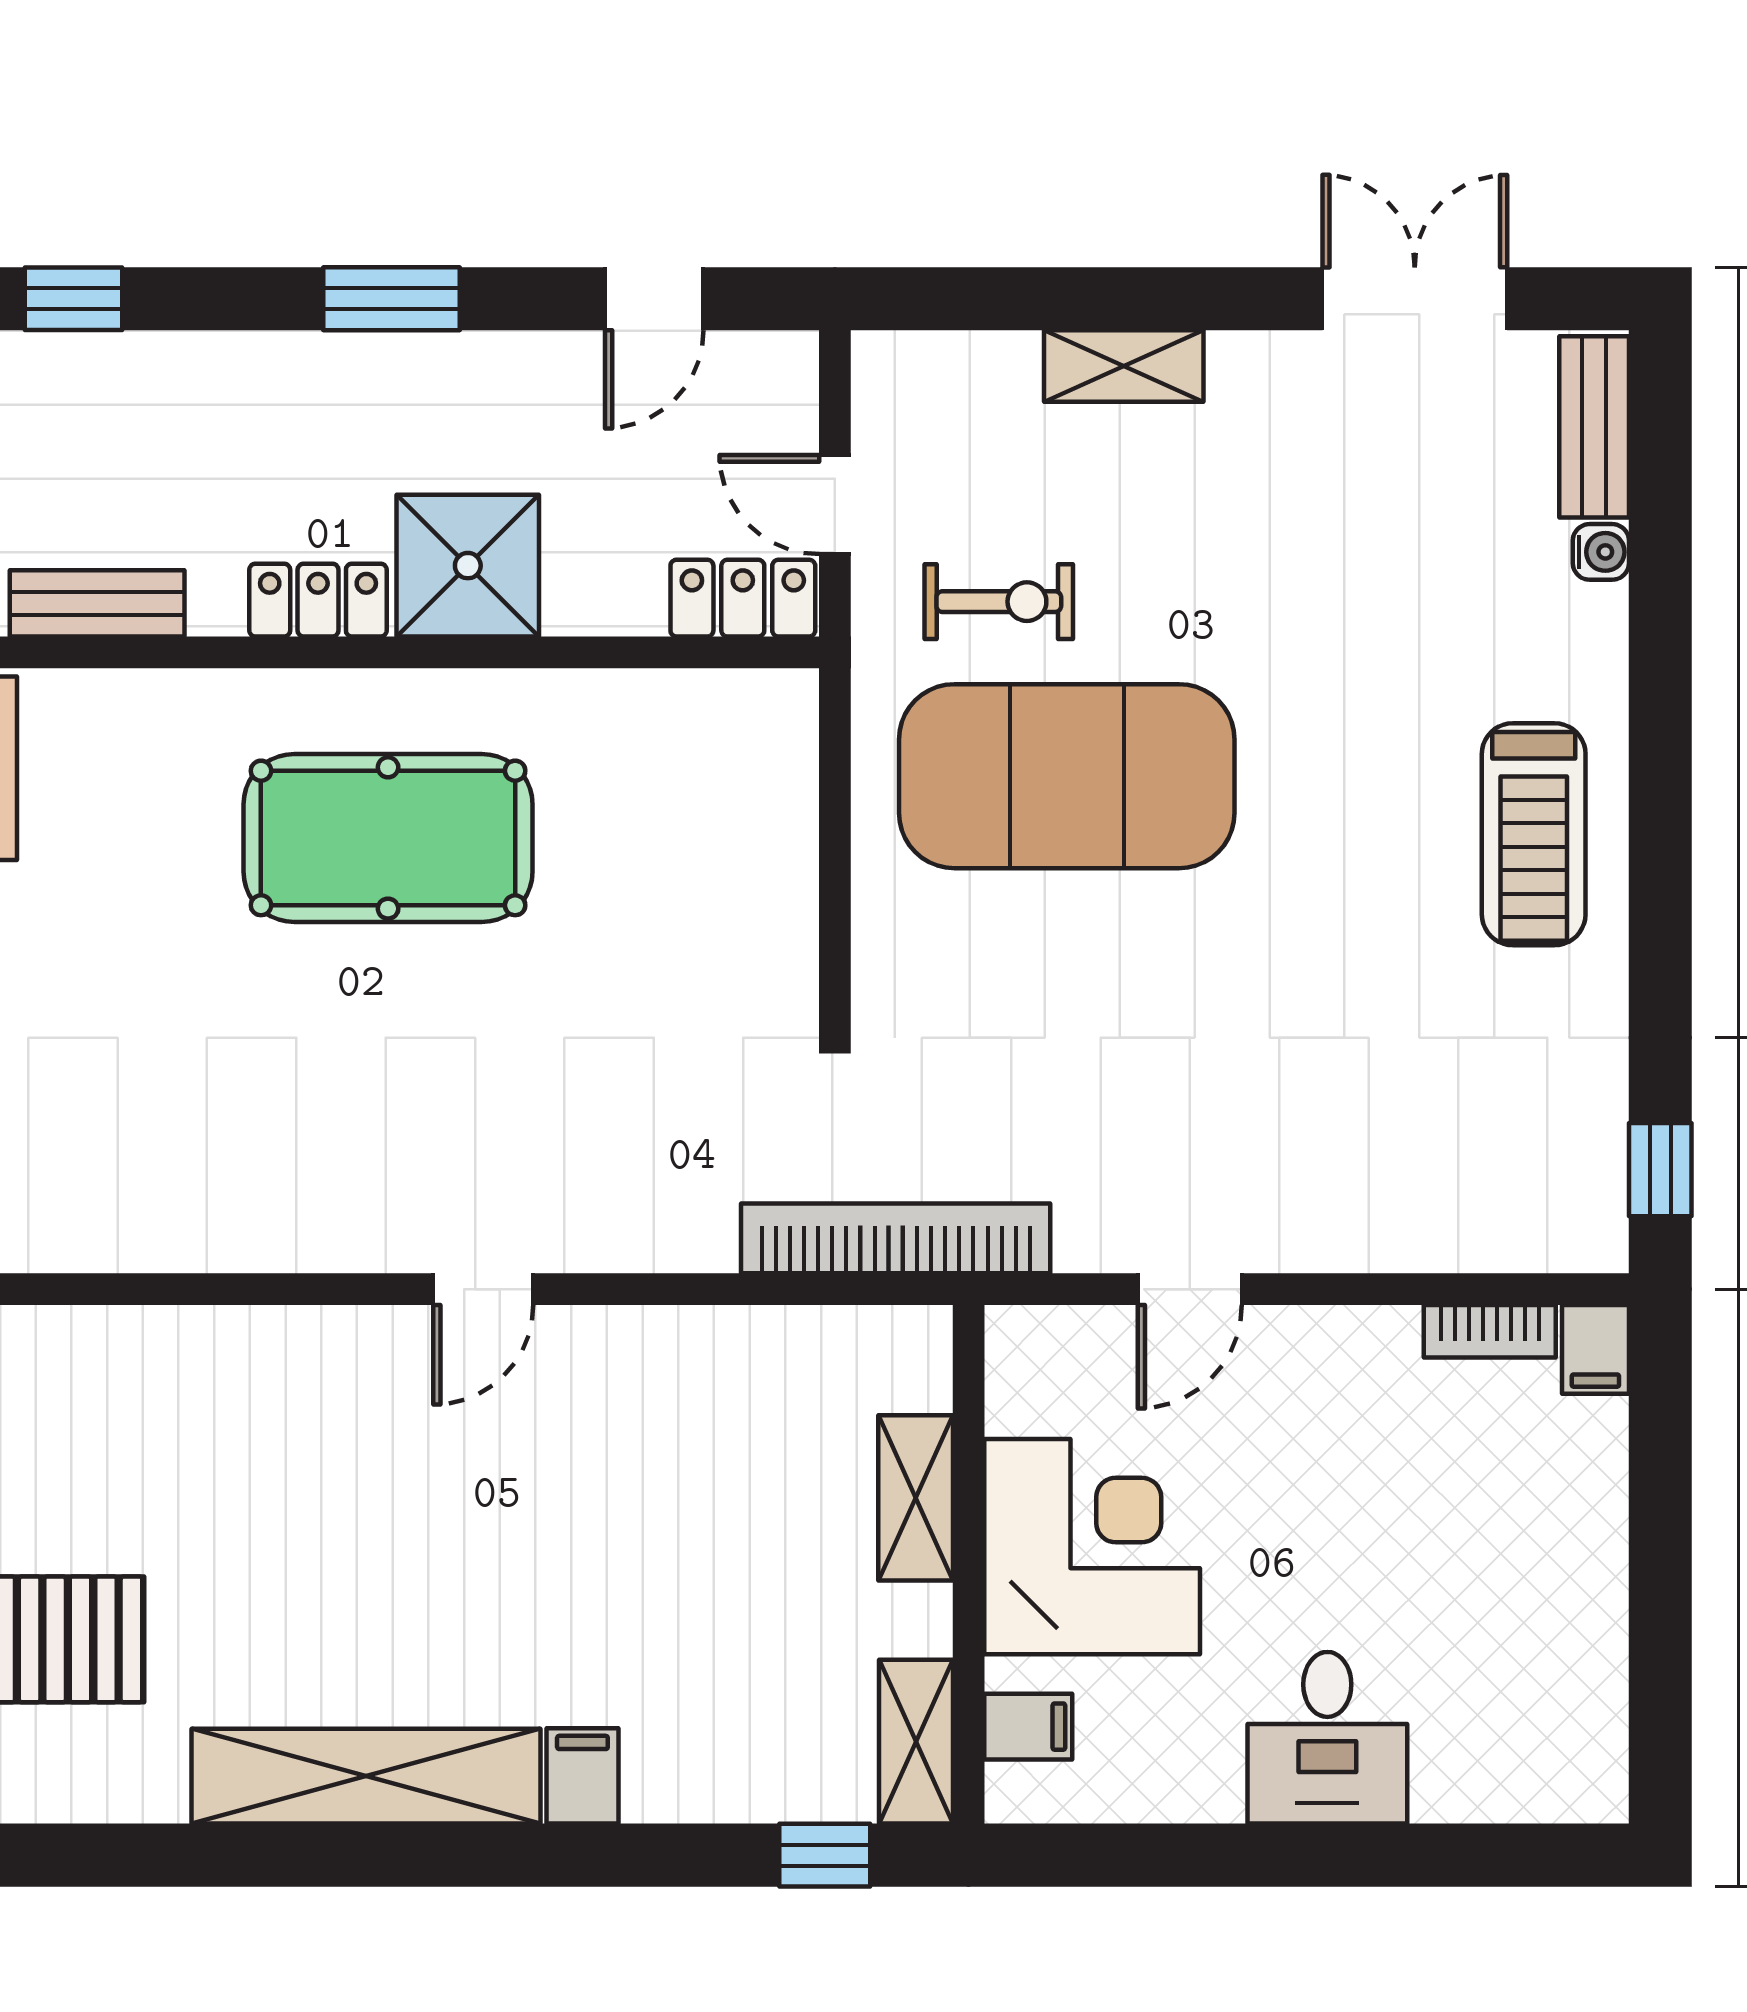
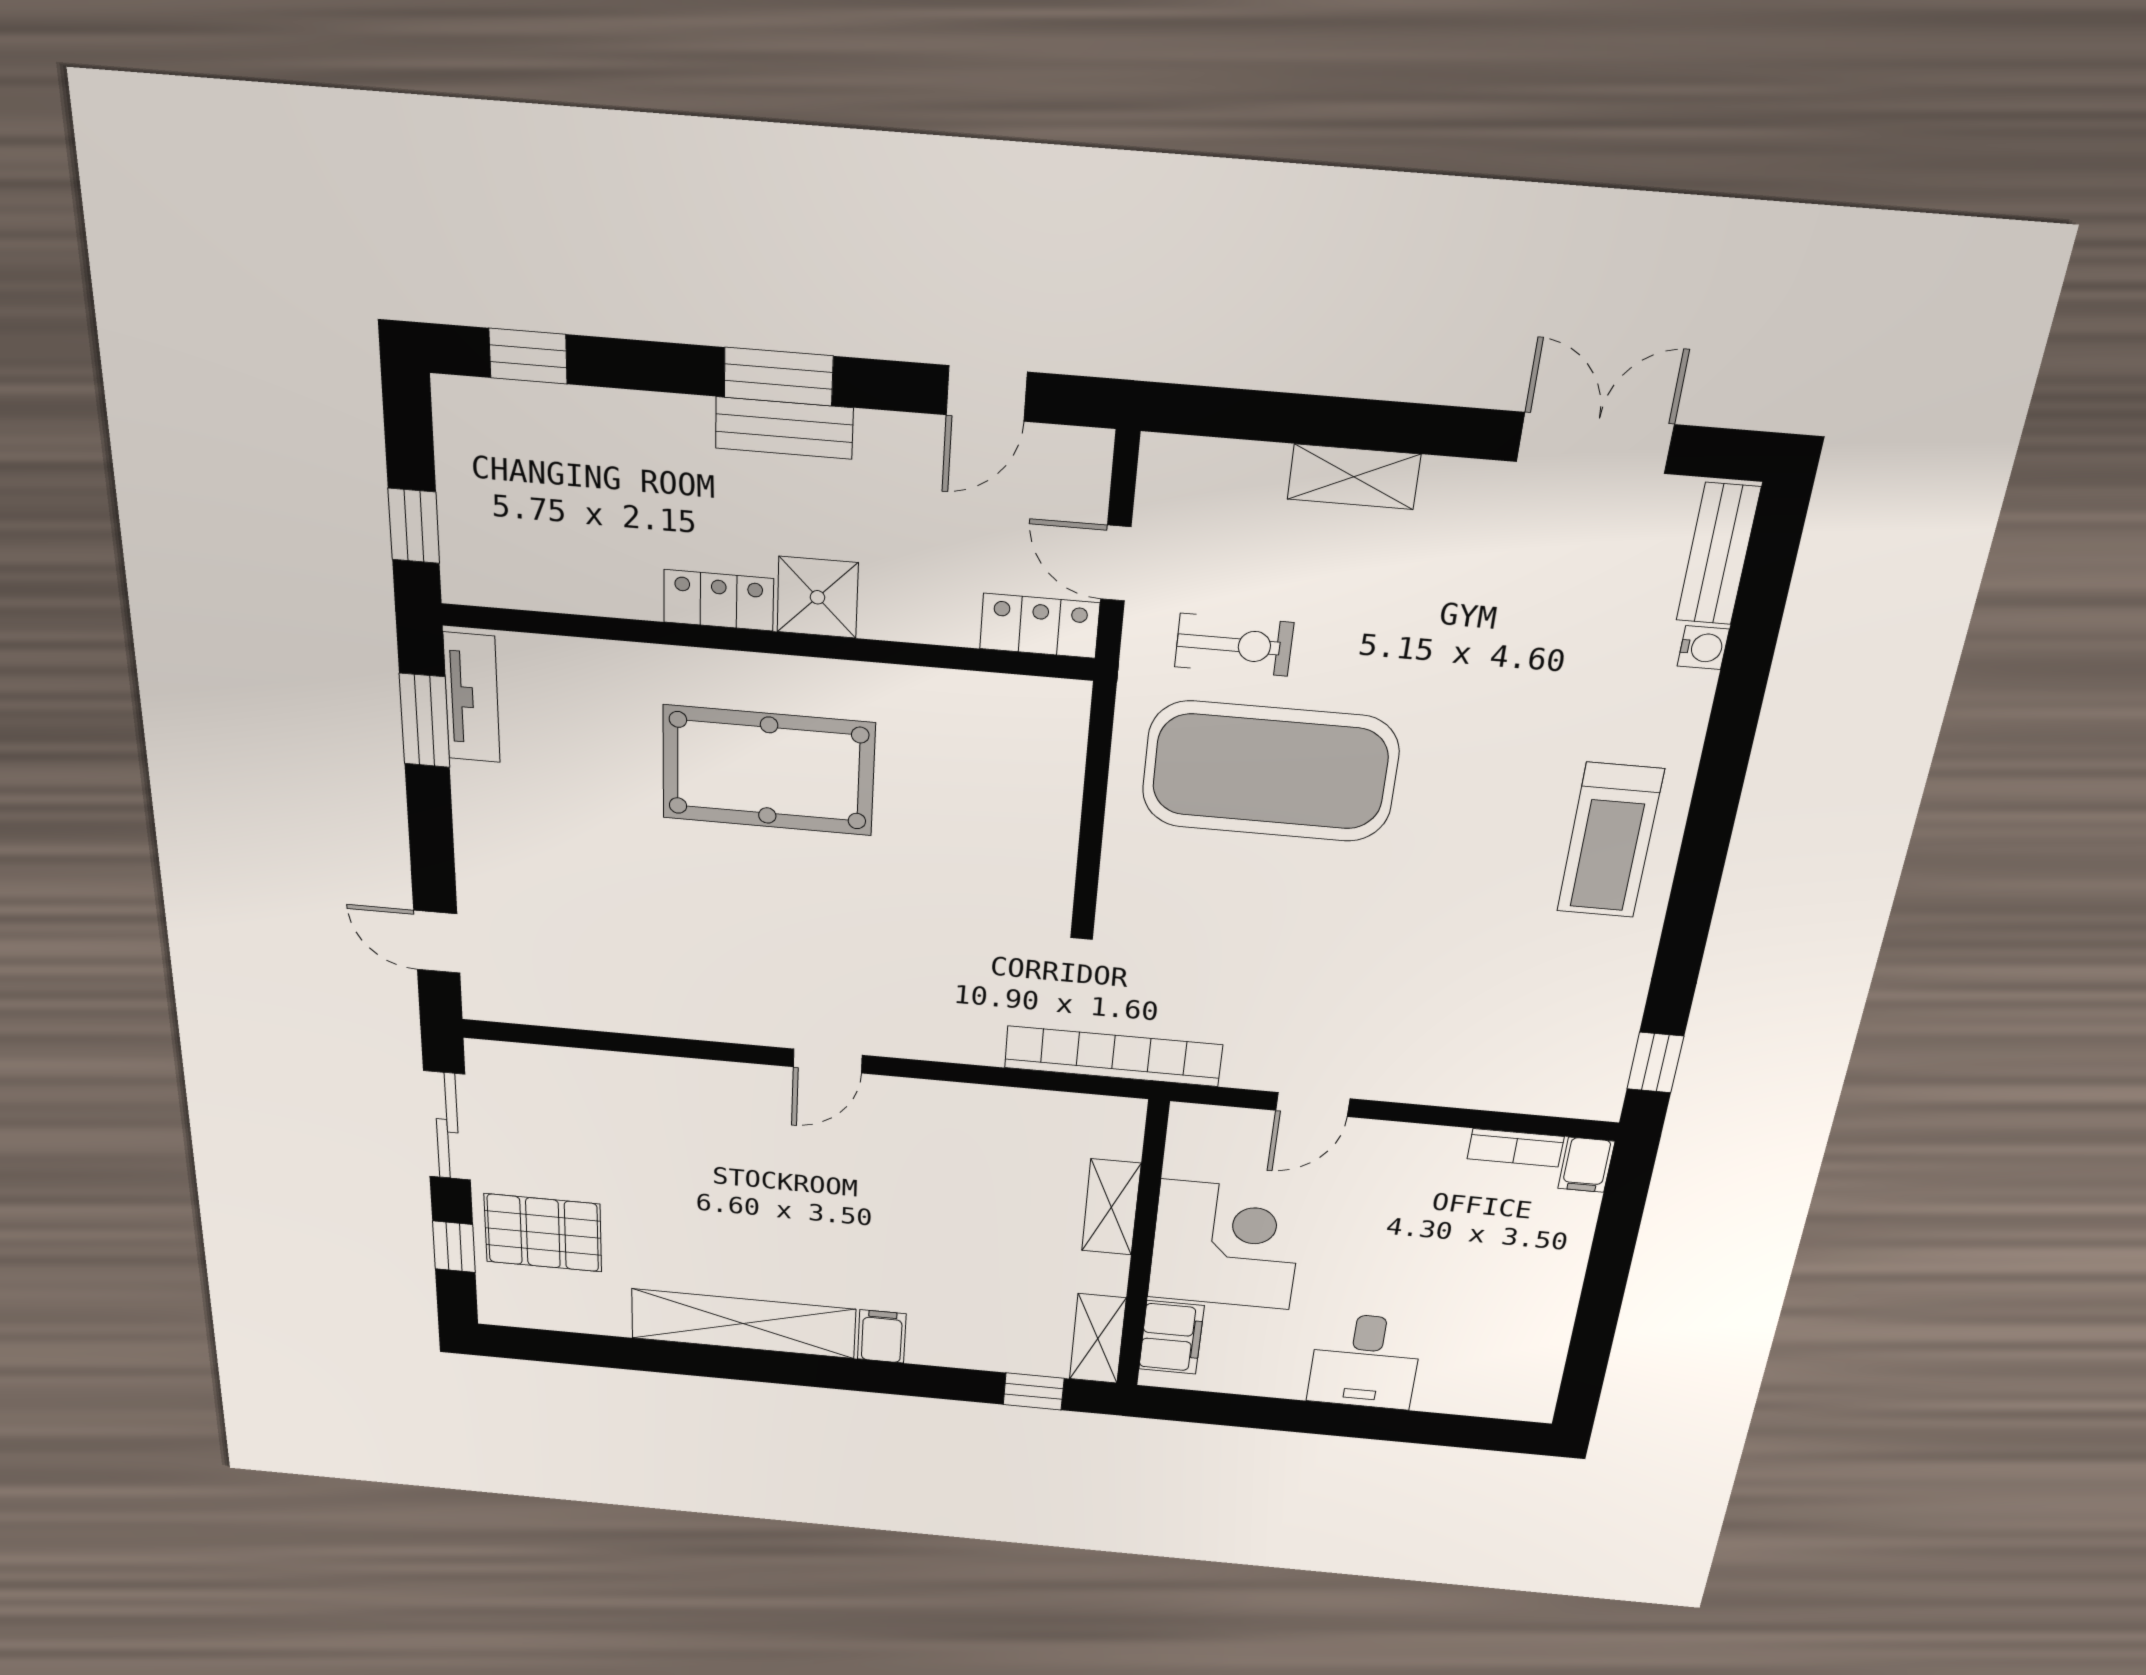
shower: (468, 566) -> (818, 597), width x0.73, depth x0.73
bench: (97, 603) -> (784, 428), moved
filing cabinet: (1028, 1727) -> (1171, 1337), width x2.00

